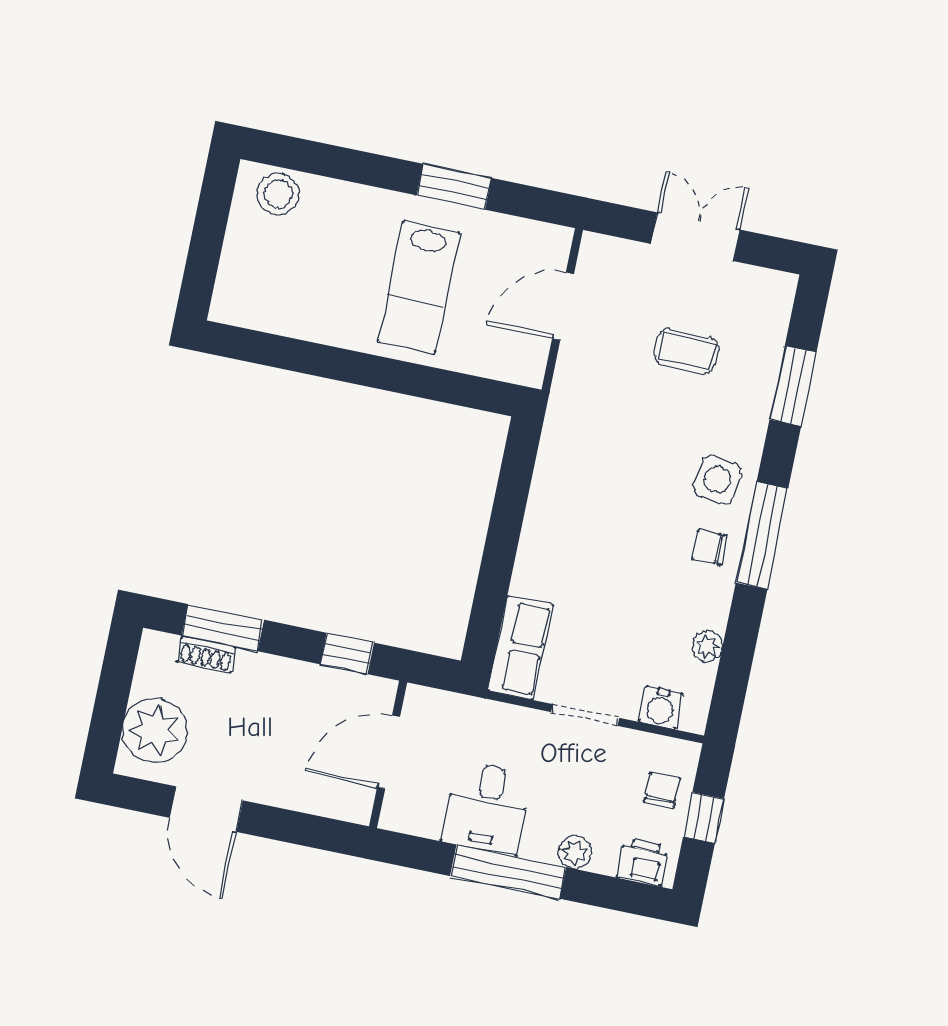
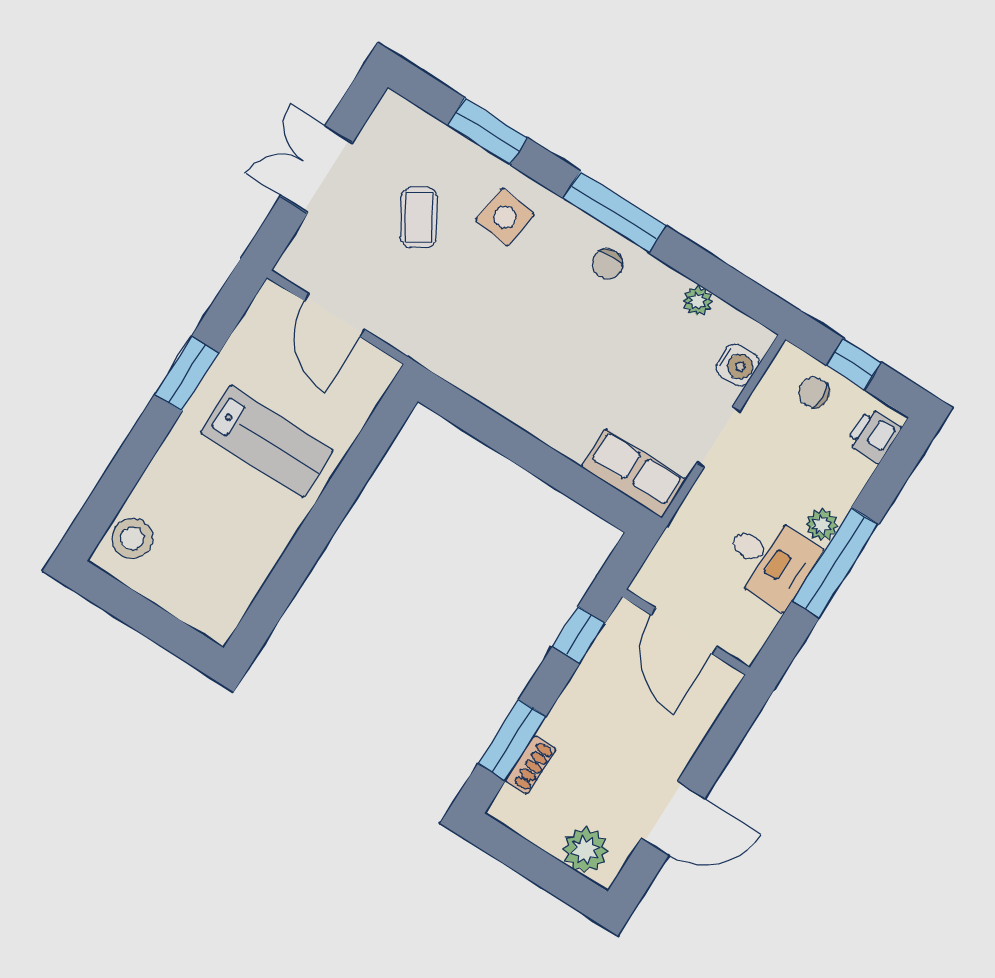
coffee table: (686, 351) -> (419, 217), turned -31
side table: (717, 480) -> (505, 217), moved
plant: (155, 730) -> (585, 850), width x0.73, depth x0.73
plant: (575, 852) -> (822, 525), moved

